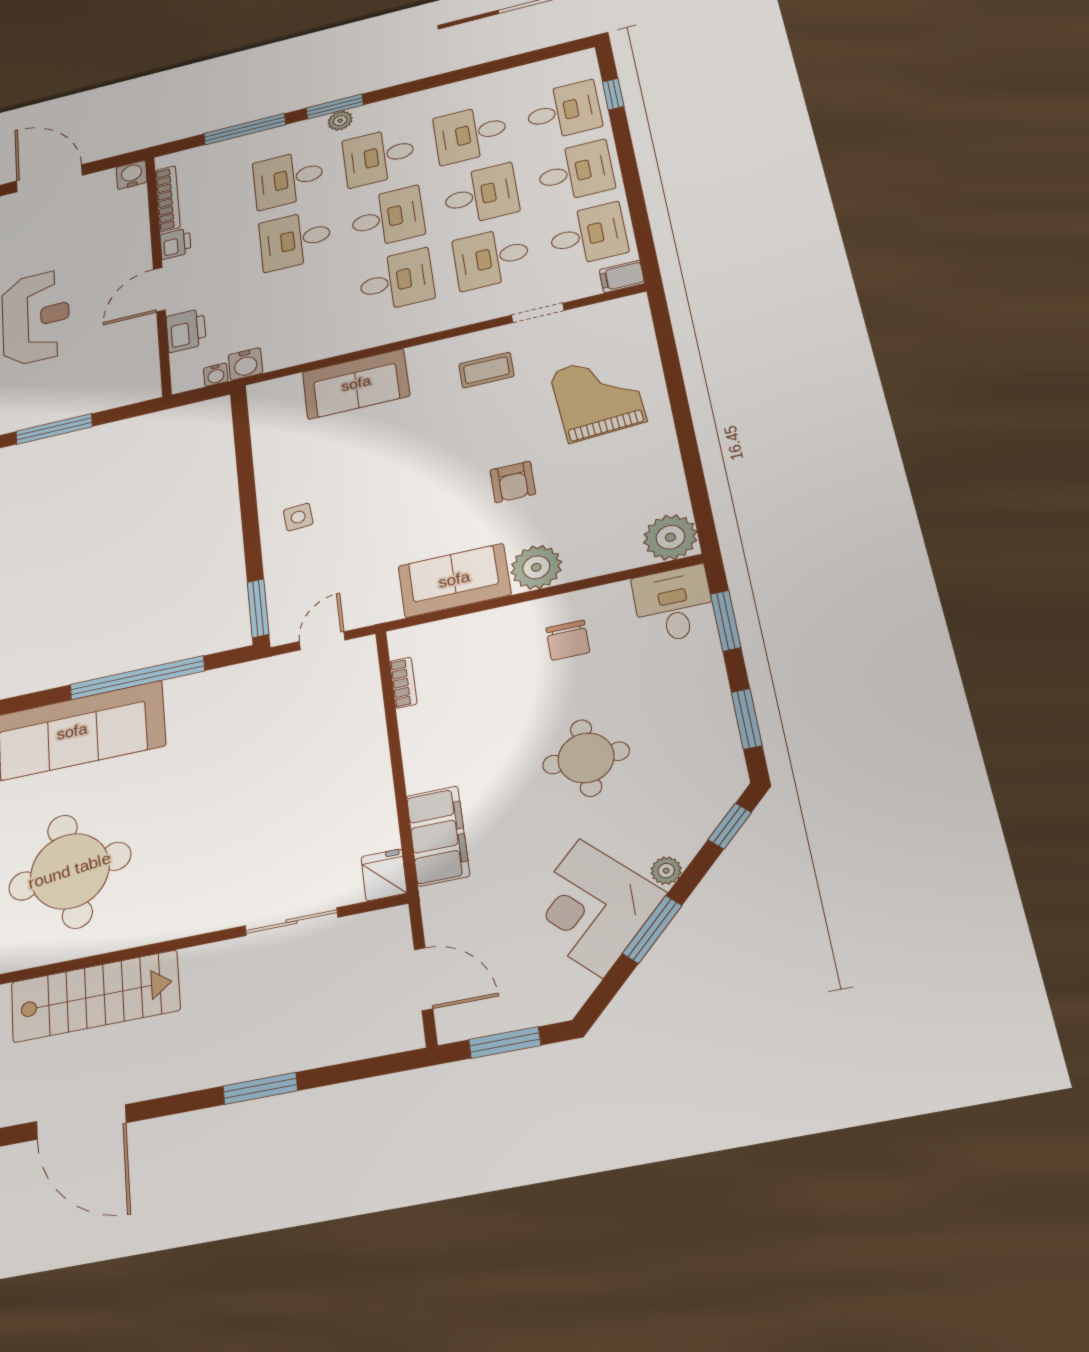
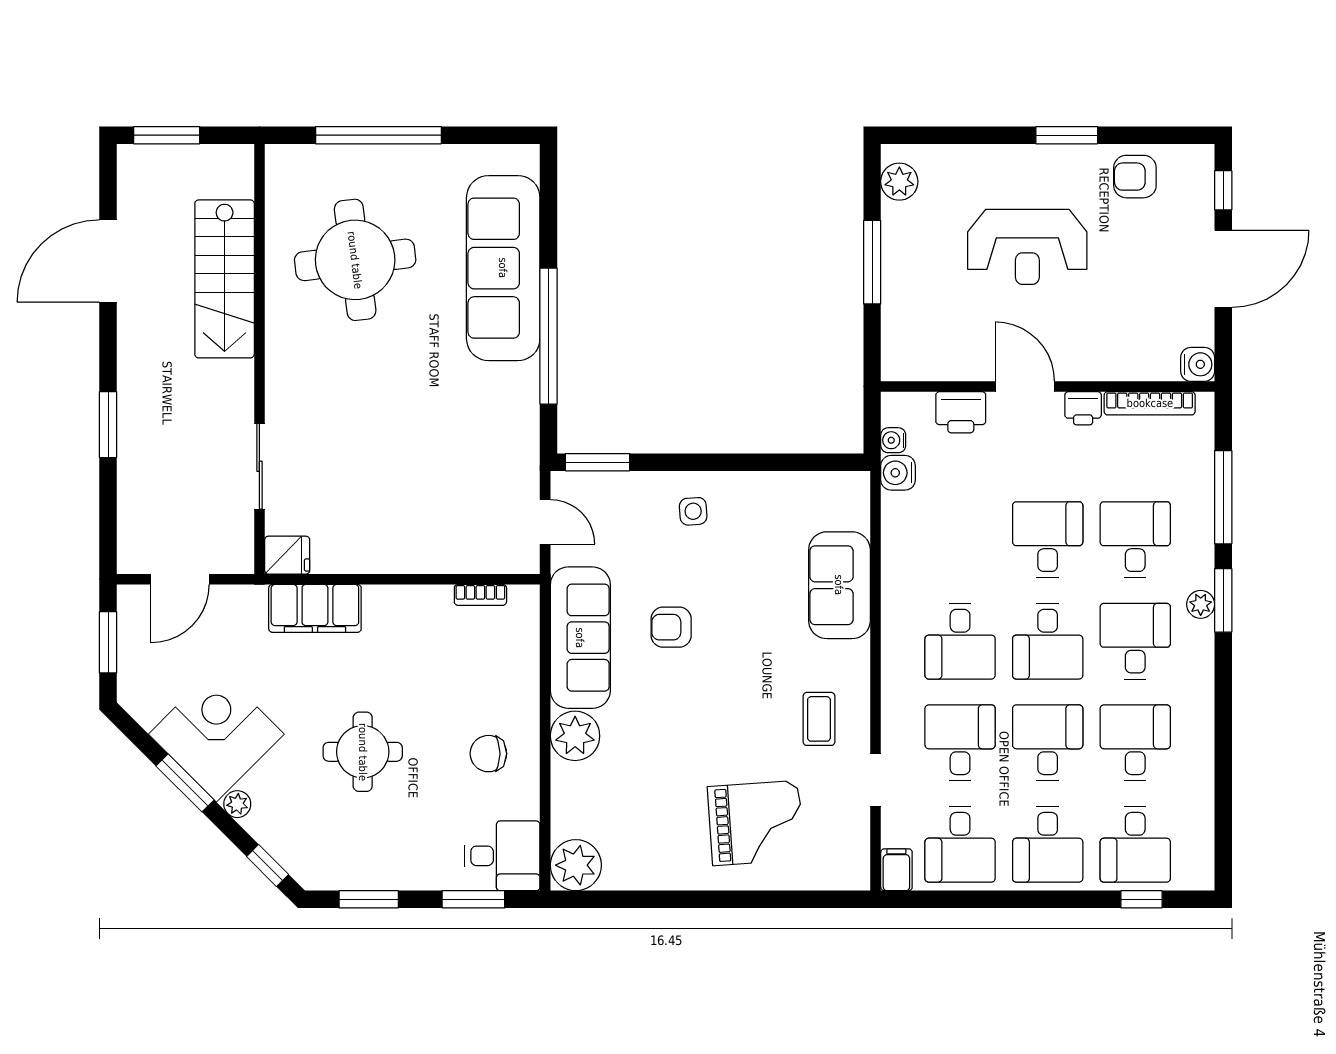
desk: (481, 195) -> (1048, 743), turned 180
armchair: (513, 482) -> (671, 627), moved
sofa: (454, 580) -> (580, 638), width x1.36

